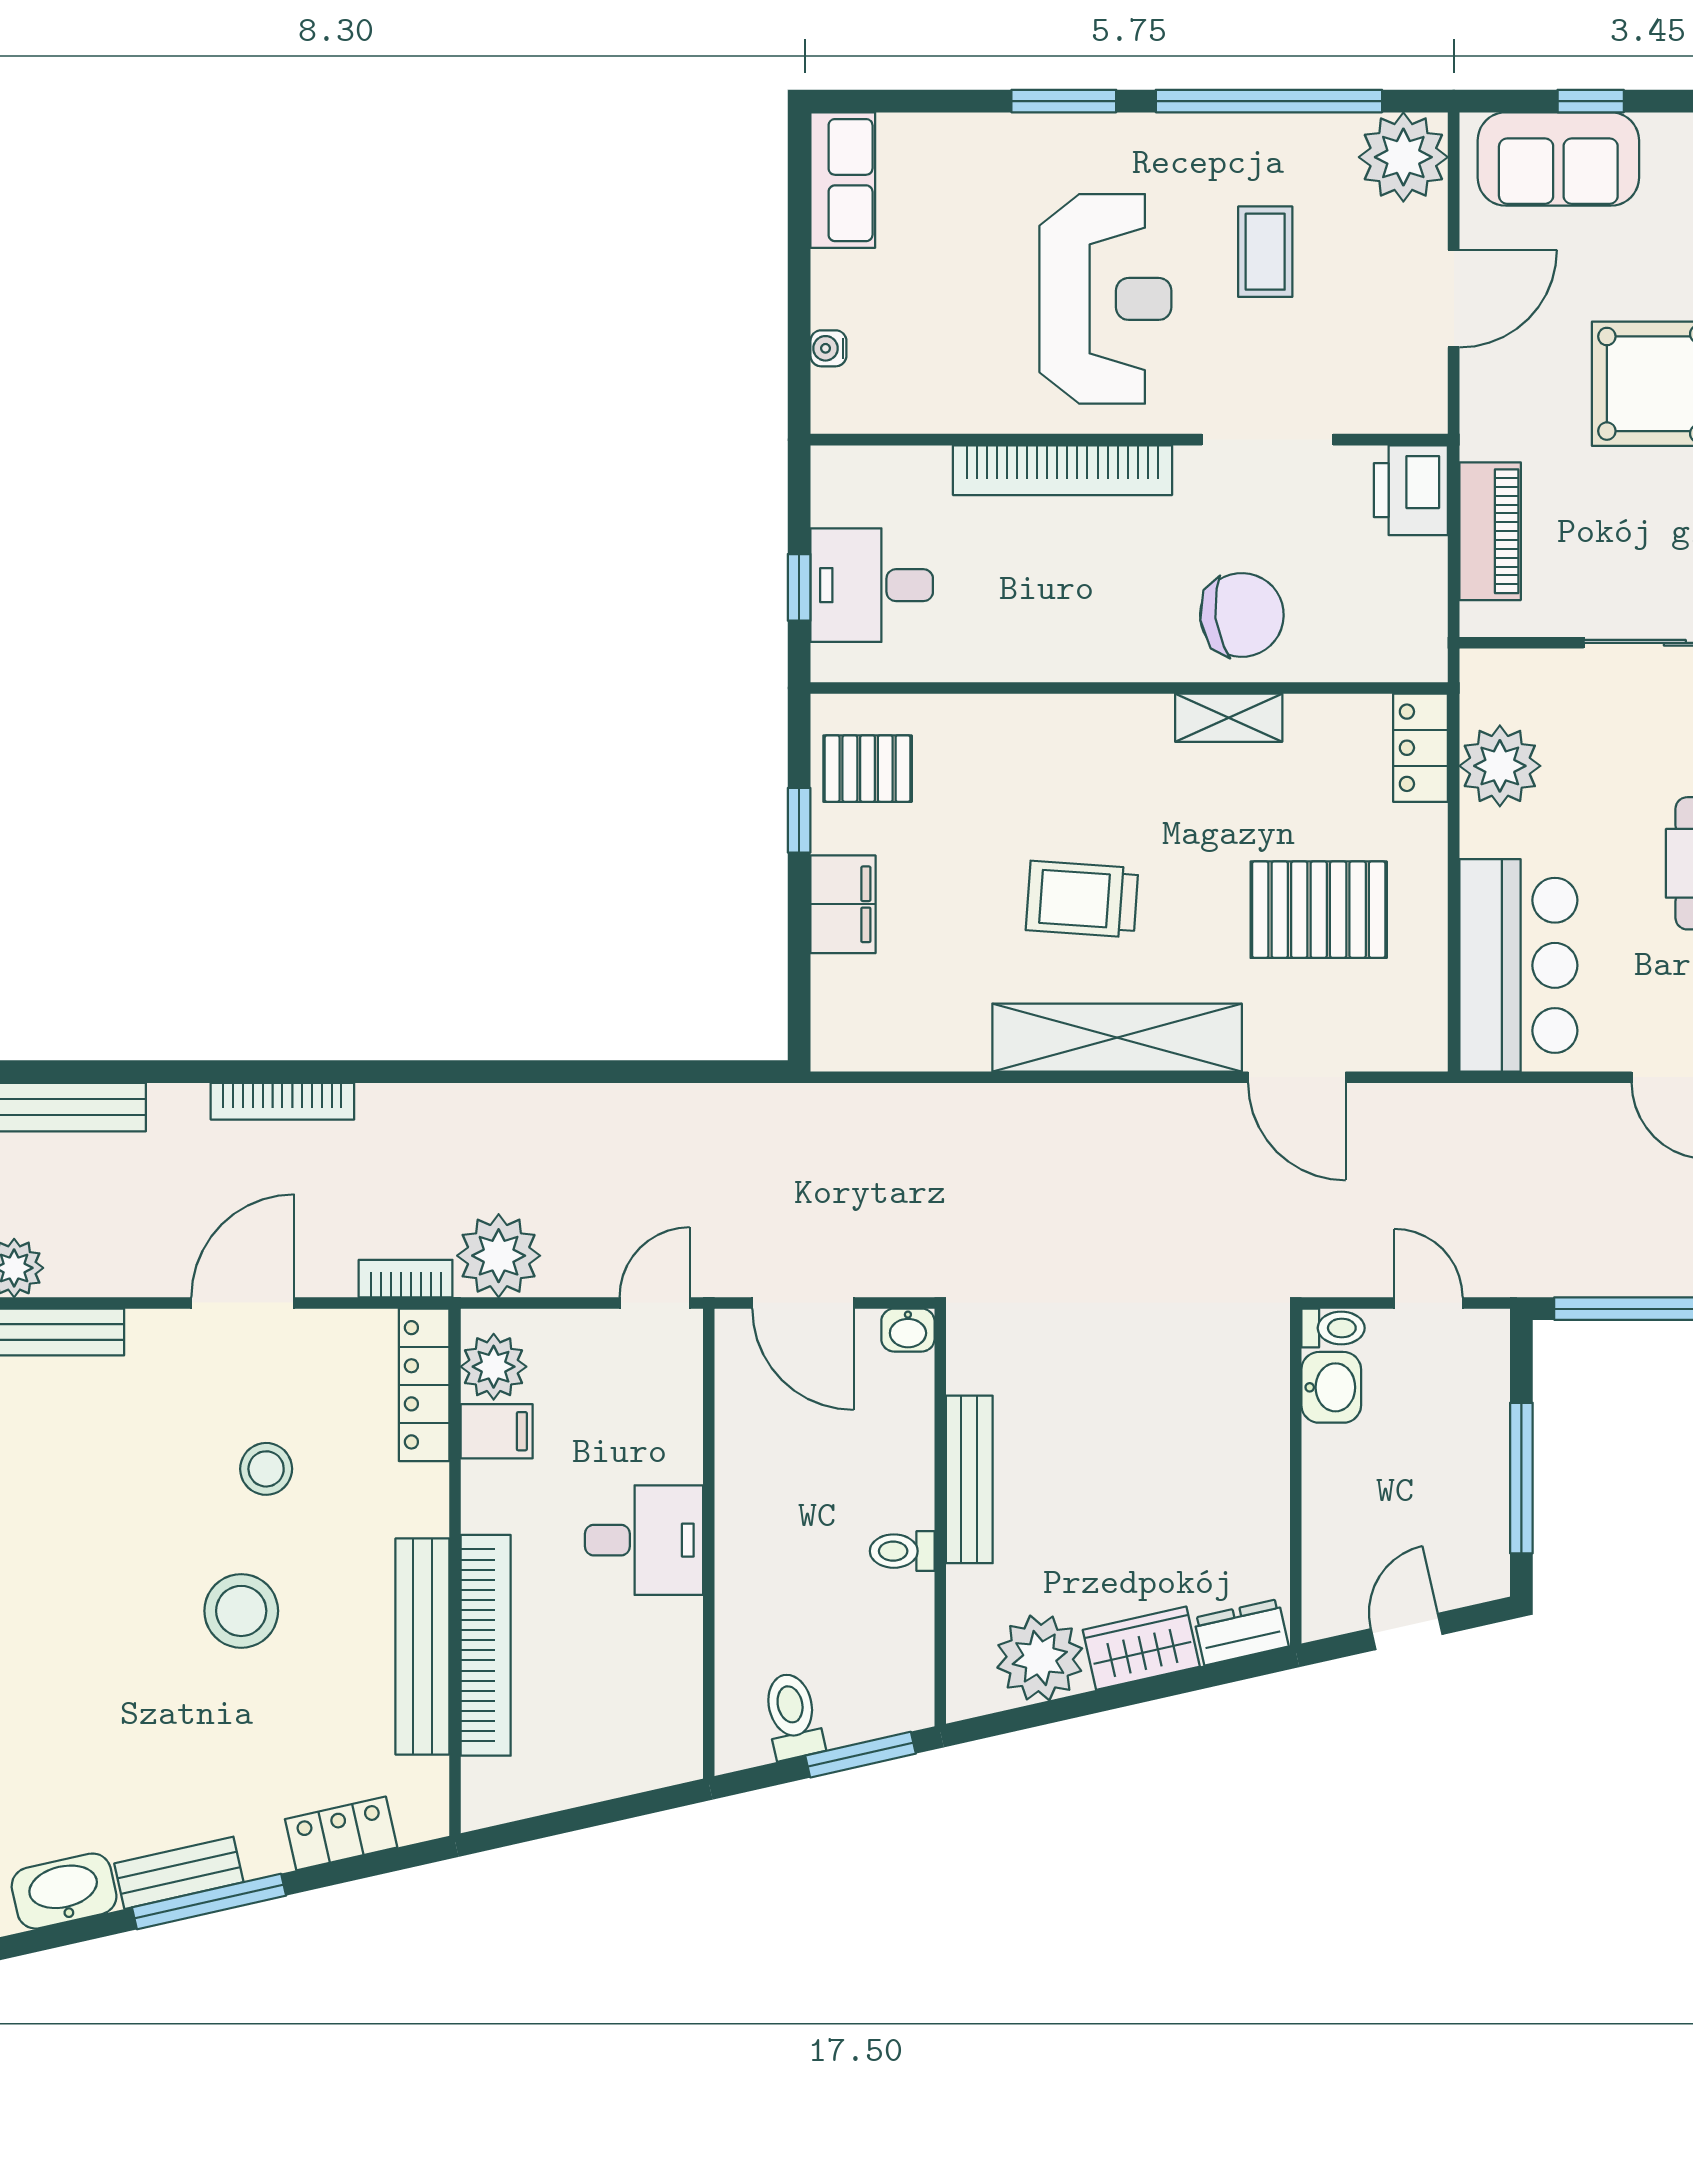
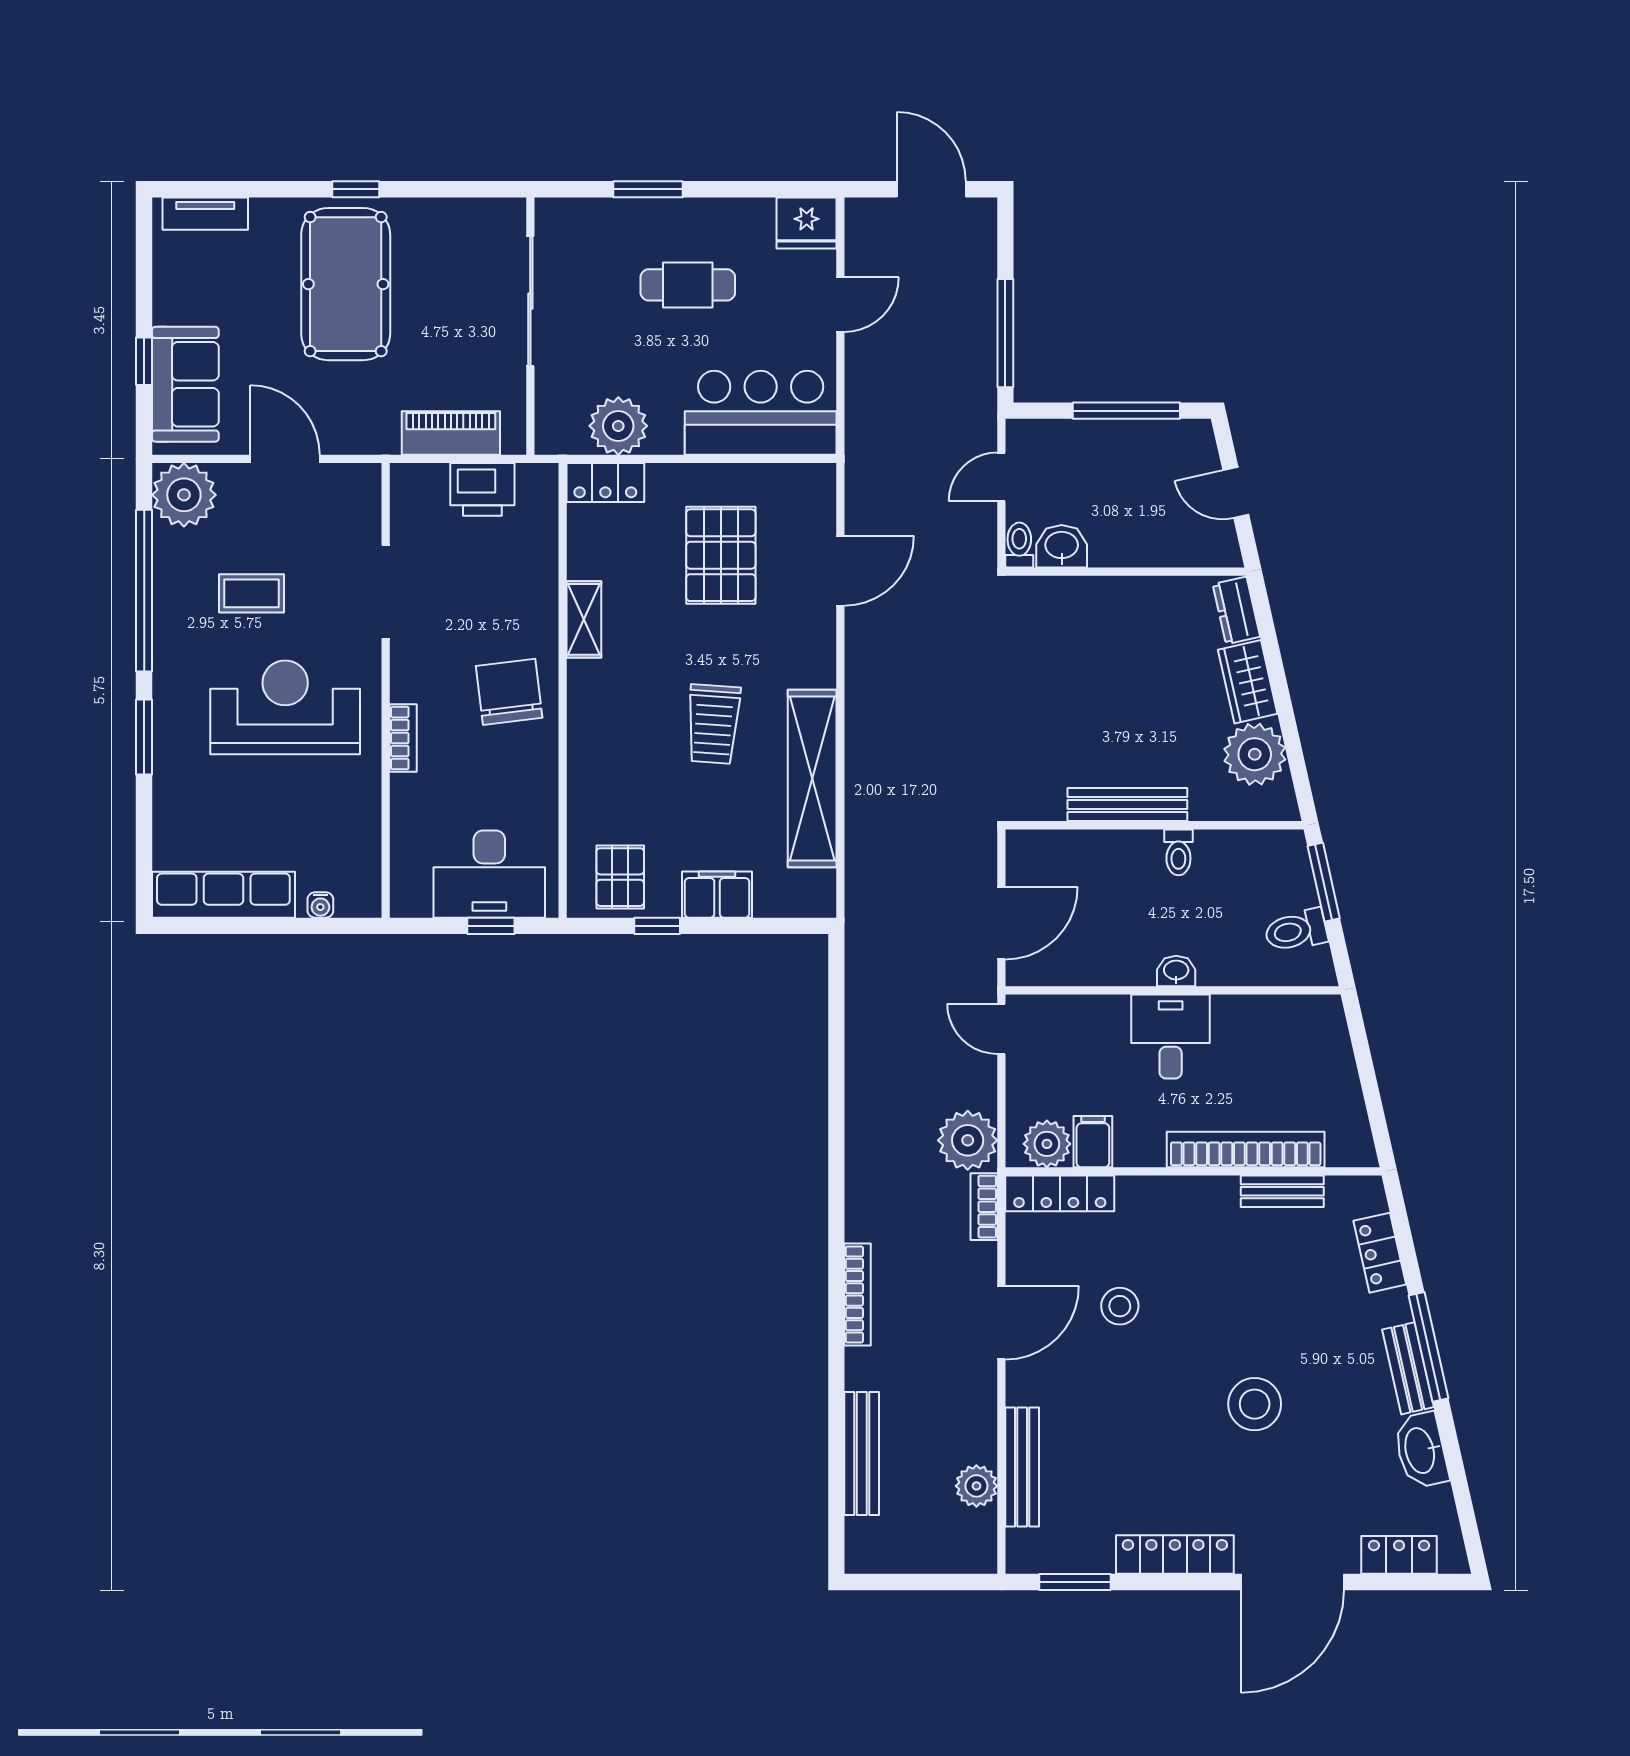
row of seats: (843, 180) -> (223, 895), width x1.48
bookcase: (1062, 470) -> (403, 738), width x0.43, depth x0.76
printer: (1411, 490) -> (482, 489), moved
desk: (872, 585) -> (489, 874), width x1.37
chair: (1242, 615) -> (509, 692), moved
shelving: (1117, 1038) -> (812, 778), moved
door: (243, 1303) -> (1001, 1323), swing flipped
washbasin: (908, 1330) -> (1176, 971), moved, turned -90
stool: (241, 1611) -> (1255, 1404), moved
bench: (422, 1646) -> (1282, 1191), width x0.54, depth x0.82

